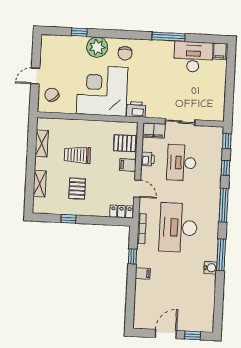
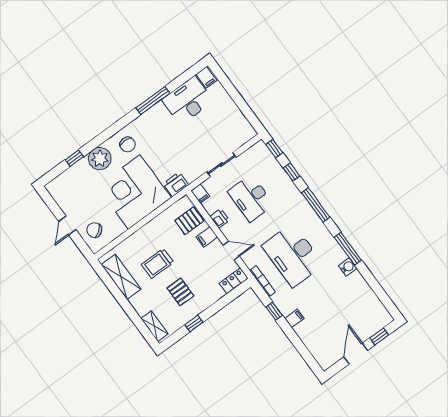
filing cabinet: (154, 130) -> (200, 193), width x0.50
shelving: (42, 143) -> (121, 277), width x1.50, depth x1.33
shelving: (40, 184) -> (154, 326), moved

